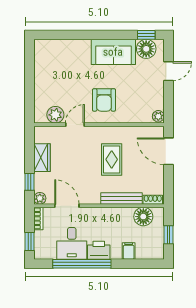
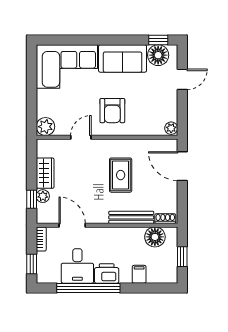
corner sofa: (62, 59) -> (67, 67), added
plant: (55, 115) -> (45, 127), moved
plant: (40, 198) -> (43, 196), moved

